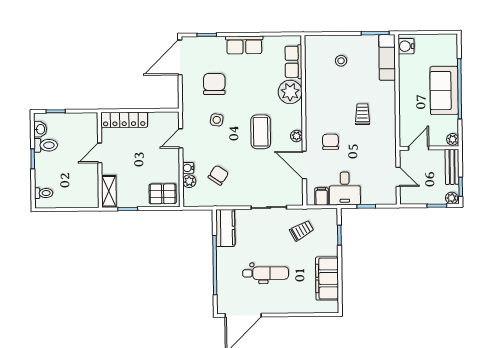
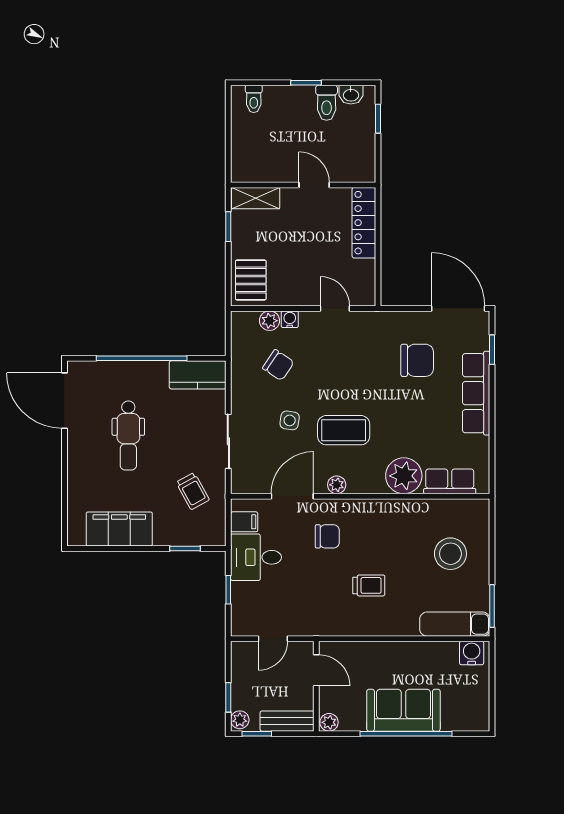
row of seats: (244, 45) -> (476, 393), width x1.48
stool: (341, 61) -> (450, 554), width x1.89, depth x1.89
side table: (217, 120) -> (290, 420), moved

